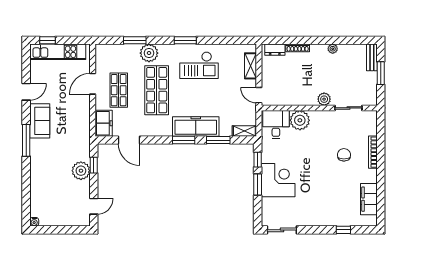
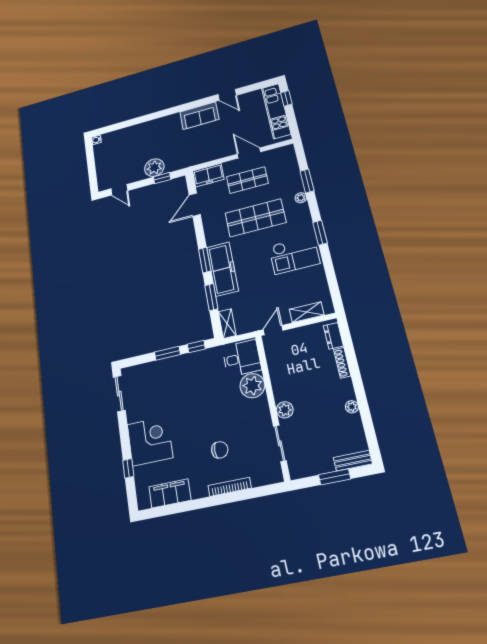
plant: (149, 53) -> (301, 198), width x0.53, depth x0.53
checkout: (199, 65) -> (294, 255), turned -90
window: (26, 140) -> (177, 109), removed
corner desk: (278, 180) -> (150, 441), moved, turned -90

